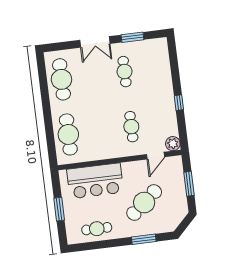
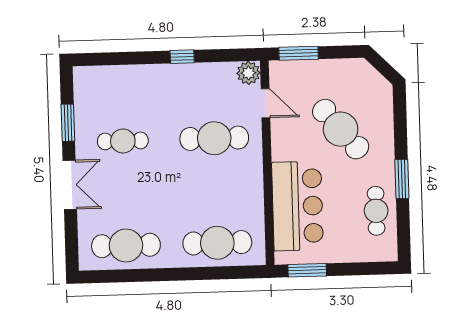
cafe table: (131, 127) -> (214, 138), width x1.37, depth x1.35
window: (189, 184) -> (299, 53), moved
window: (59, 209) -> (307, 270), moved
window: (144, 239) -> (402, 179), moved

